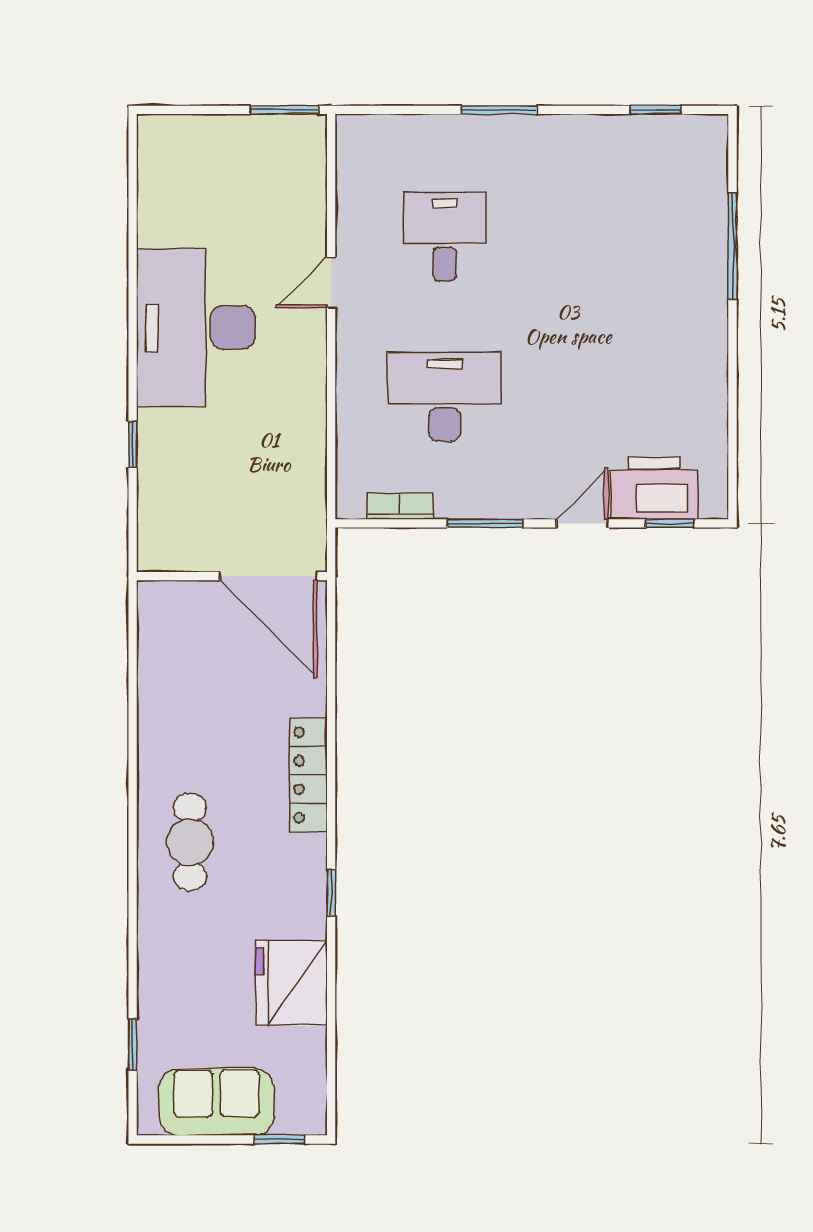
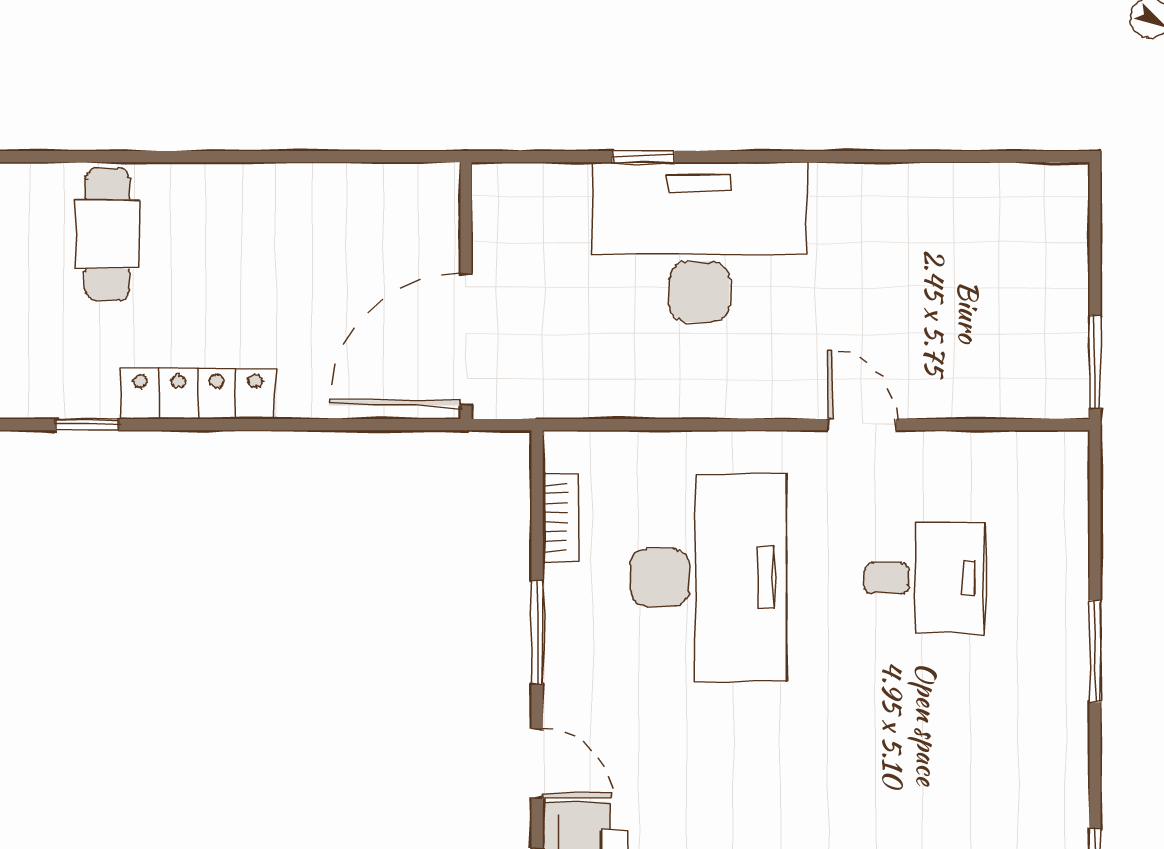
desk: (196, 327) -> (699, 242), moved
desk: (445, 397) -> (708, 578), width x1.36, depth x1.30
cafe table: (190, 842) -> (107, 234), turned 90
window: (331, 893) -> (87, 425), moved

